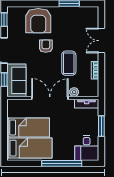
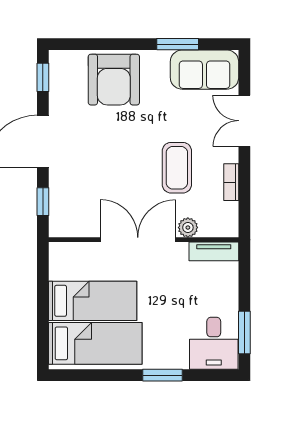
armchair: (46, 46) -> (129, 132), removed
sofa: (16, 80) -> (204, 70), moved, turned 90
window: (101, 126) -> (244, 333), moved
window: (62, 163) -> (163, 375), width x0.47

